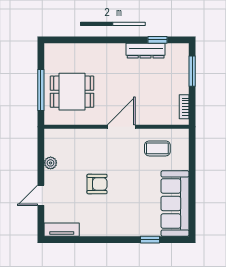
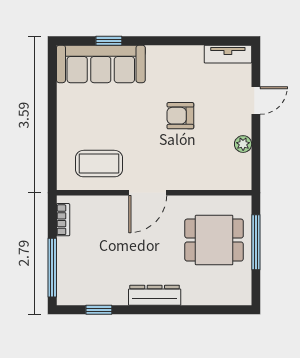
dresser: (146, 51) -> (155, 295), moved
window: (192, 71) -> (52, 268), width x1.44
coffee table: (157, 148) -> (99, 164), width x1.36, depth x1.30
sofa: (175, 203) -> (101, 64), moved, turned 90

